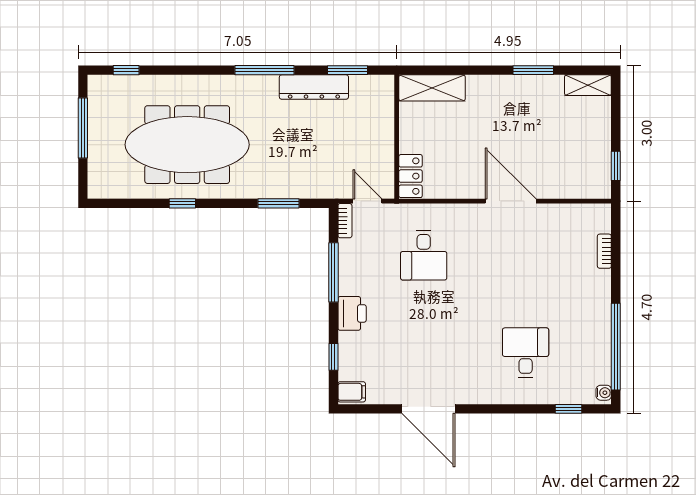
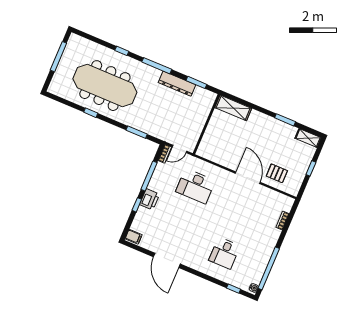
window: (126, 70) -> (122, 51), moved
window: (616, 166) -> (311, 168), moved
pallet: (559, 171) -> (277, 173), added
locker: (411, 176) -> (205, 146), removed
door: (367, 201) -> (180, 149), swing flipped
desk: (424, 255) -> (195, 186), width x1.37
desk: (526, 353) -> (224, 253), turned 180
window: (333, 357) -> (137, 205), moved

